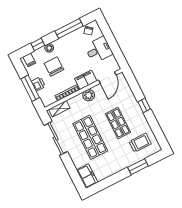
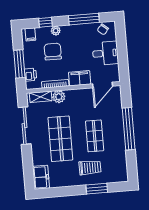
printer: (38, 84) -> (31, 75), moved
plant: (89, 95) -> (59, 97), moved
window: (144, 105) -> (129, 129), width x3.17
trolley: (140, 143) -> (90, 168), moved

